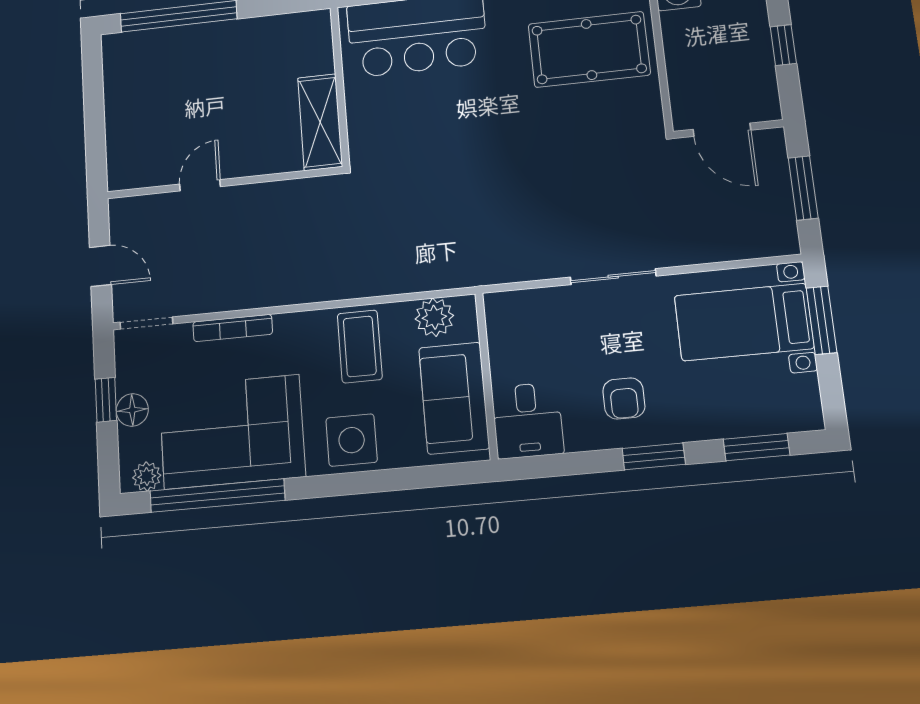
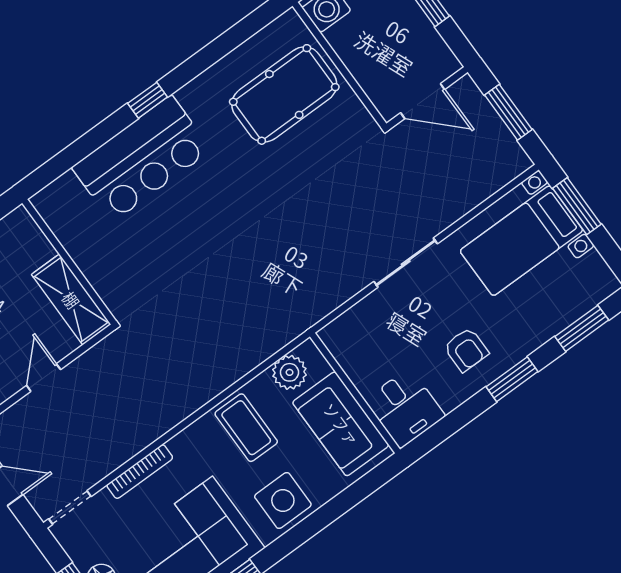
wall: (340, 86) -> (69, 262), moved
shelving: (320, 122) -> (71, 300), moved

